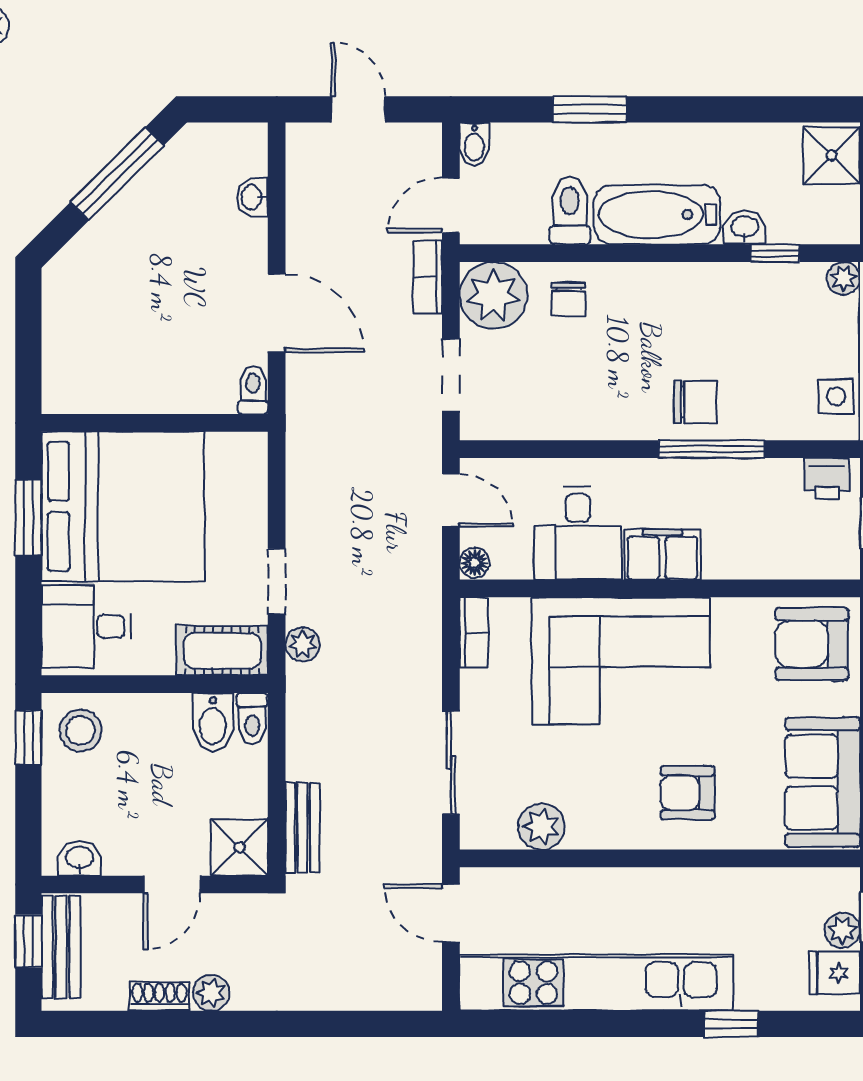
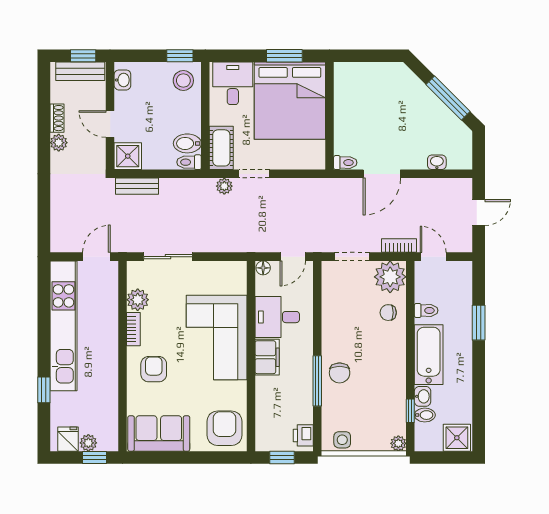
bidet: (474, 144) -> (425, 415), moved, turned 180
toilet: (570, 210) -> (426, 310), width x0.73, depth x0.72
bookcase: (474, 632) -> (133, 329), moved, turned -90

